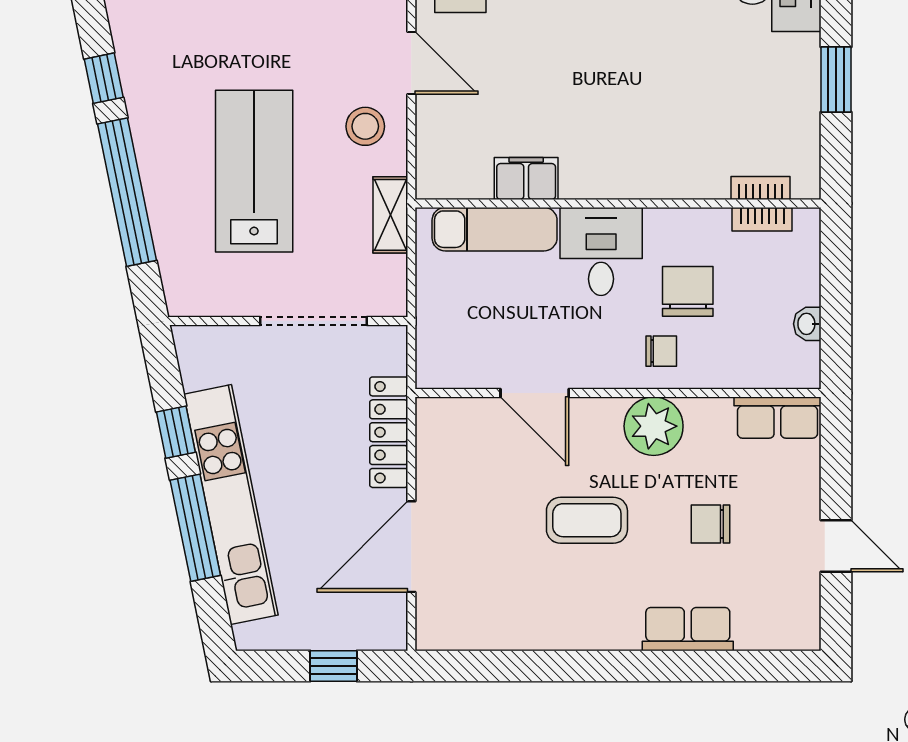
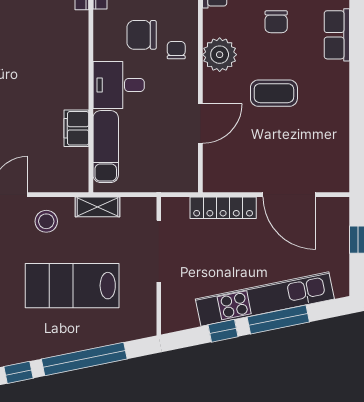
coffee table: (587, 520) -> (274, 93), turned 90

